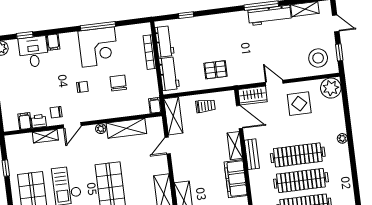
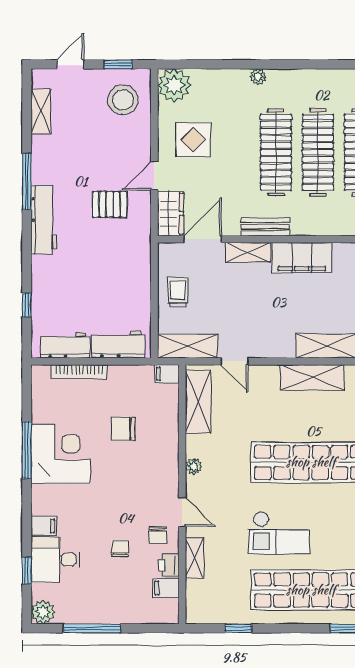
workbench: (270, 15) -> (44, 220), moved
pallet: (216, 70) -> (110, 204), moved, turned 90
chair: (82, 87) -> (120, 549), moved
shelving: (126, 128) -> (198, 402), moved

